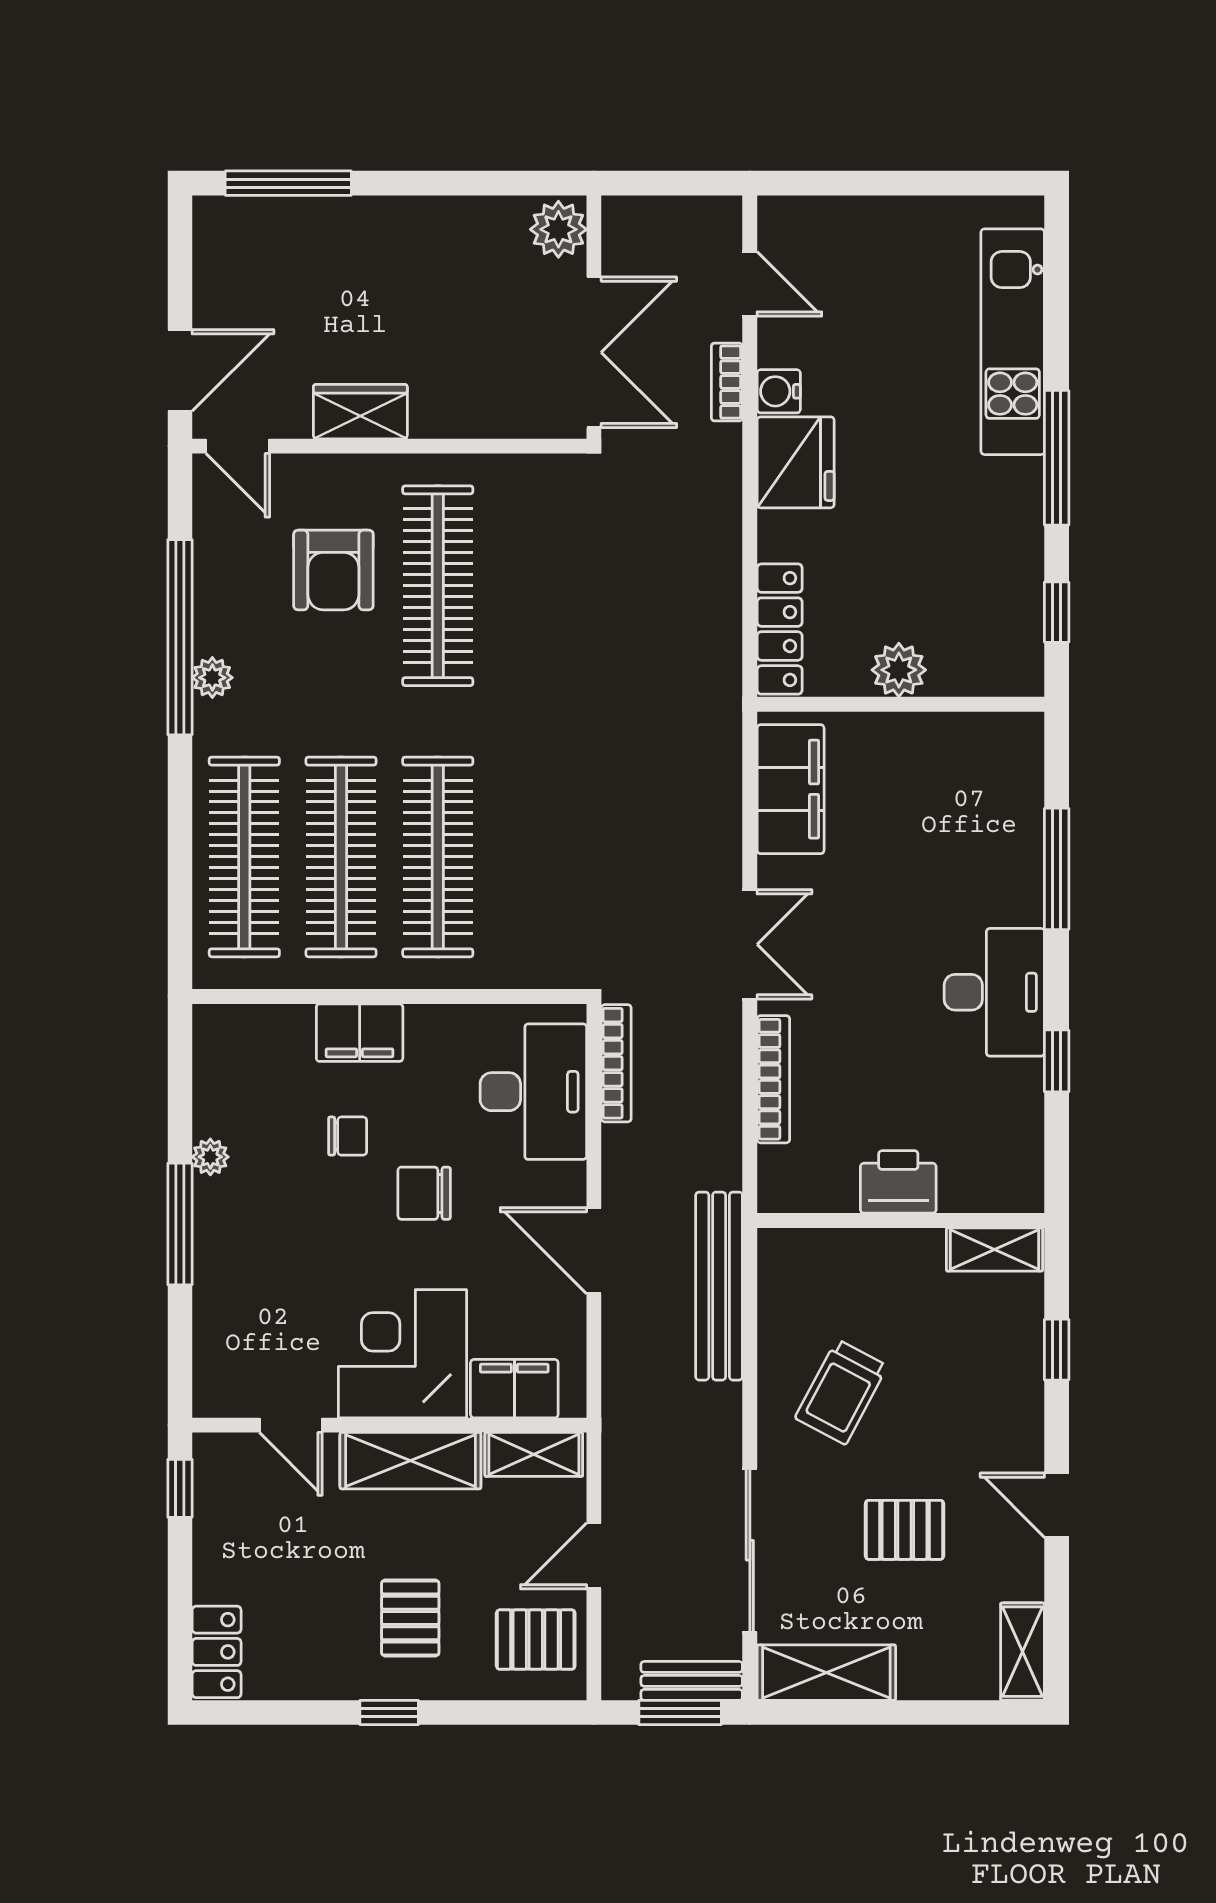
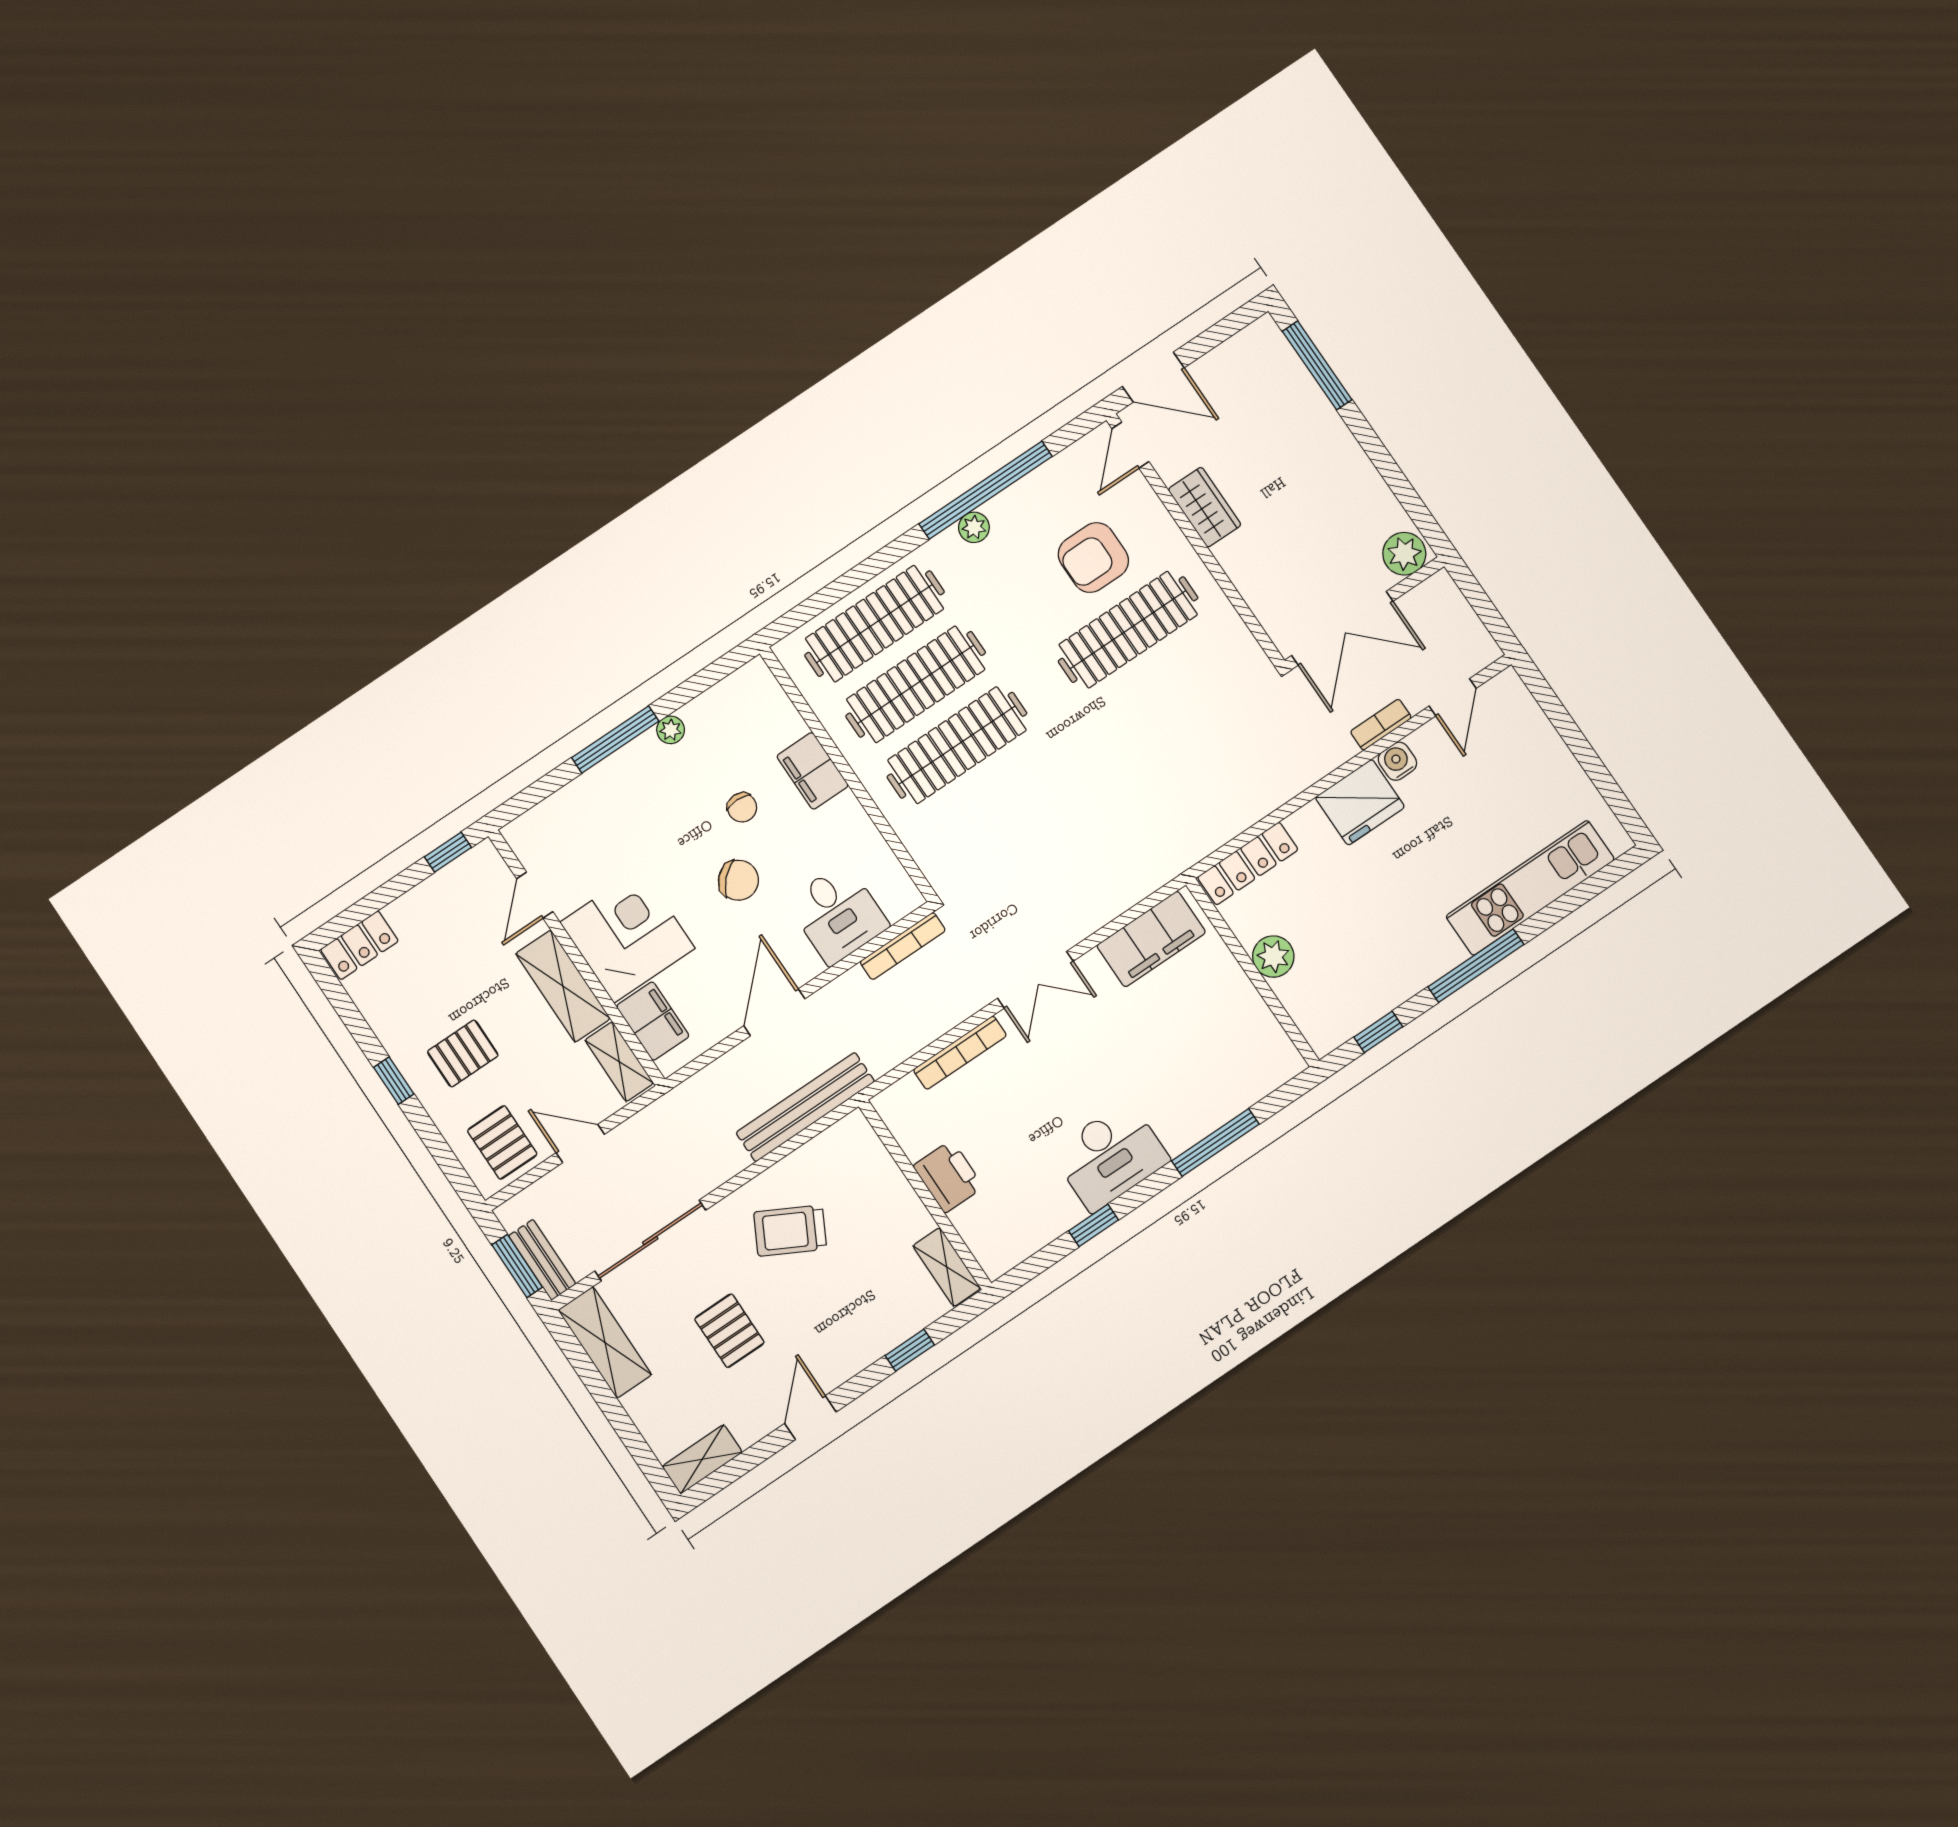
desk: (533, 1092) -> (838, 914), width x0.73
chair: (424, 1193) -> (738, 880), turned 135

